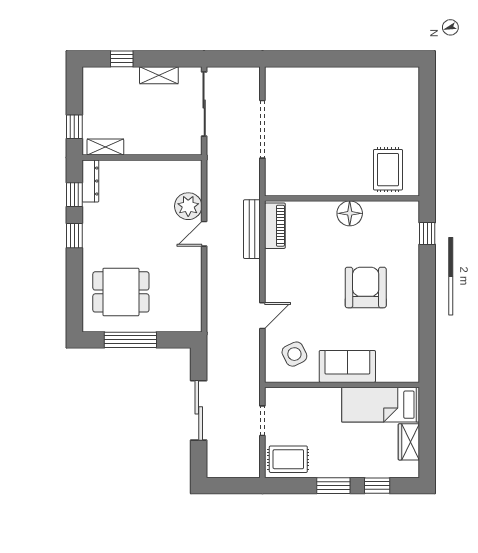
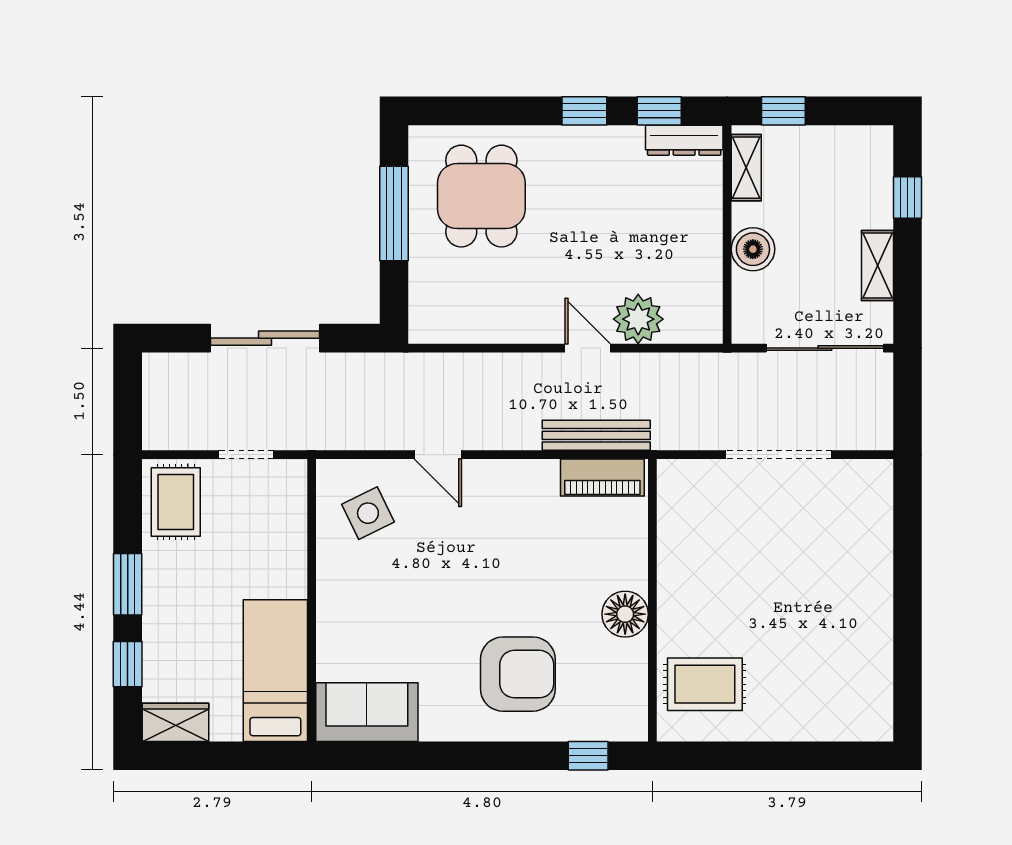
boiler: (150, 143) -> (753, 249), added
armchair: (366, 288) -> (518, 674), moved
sofa: (347, 366) -> (367, 712), moved, turned -90
wardrobe: (409, 442) -> (175, 722), moved

